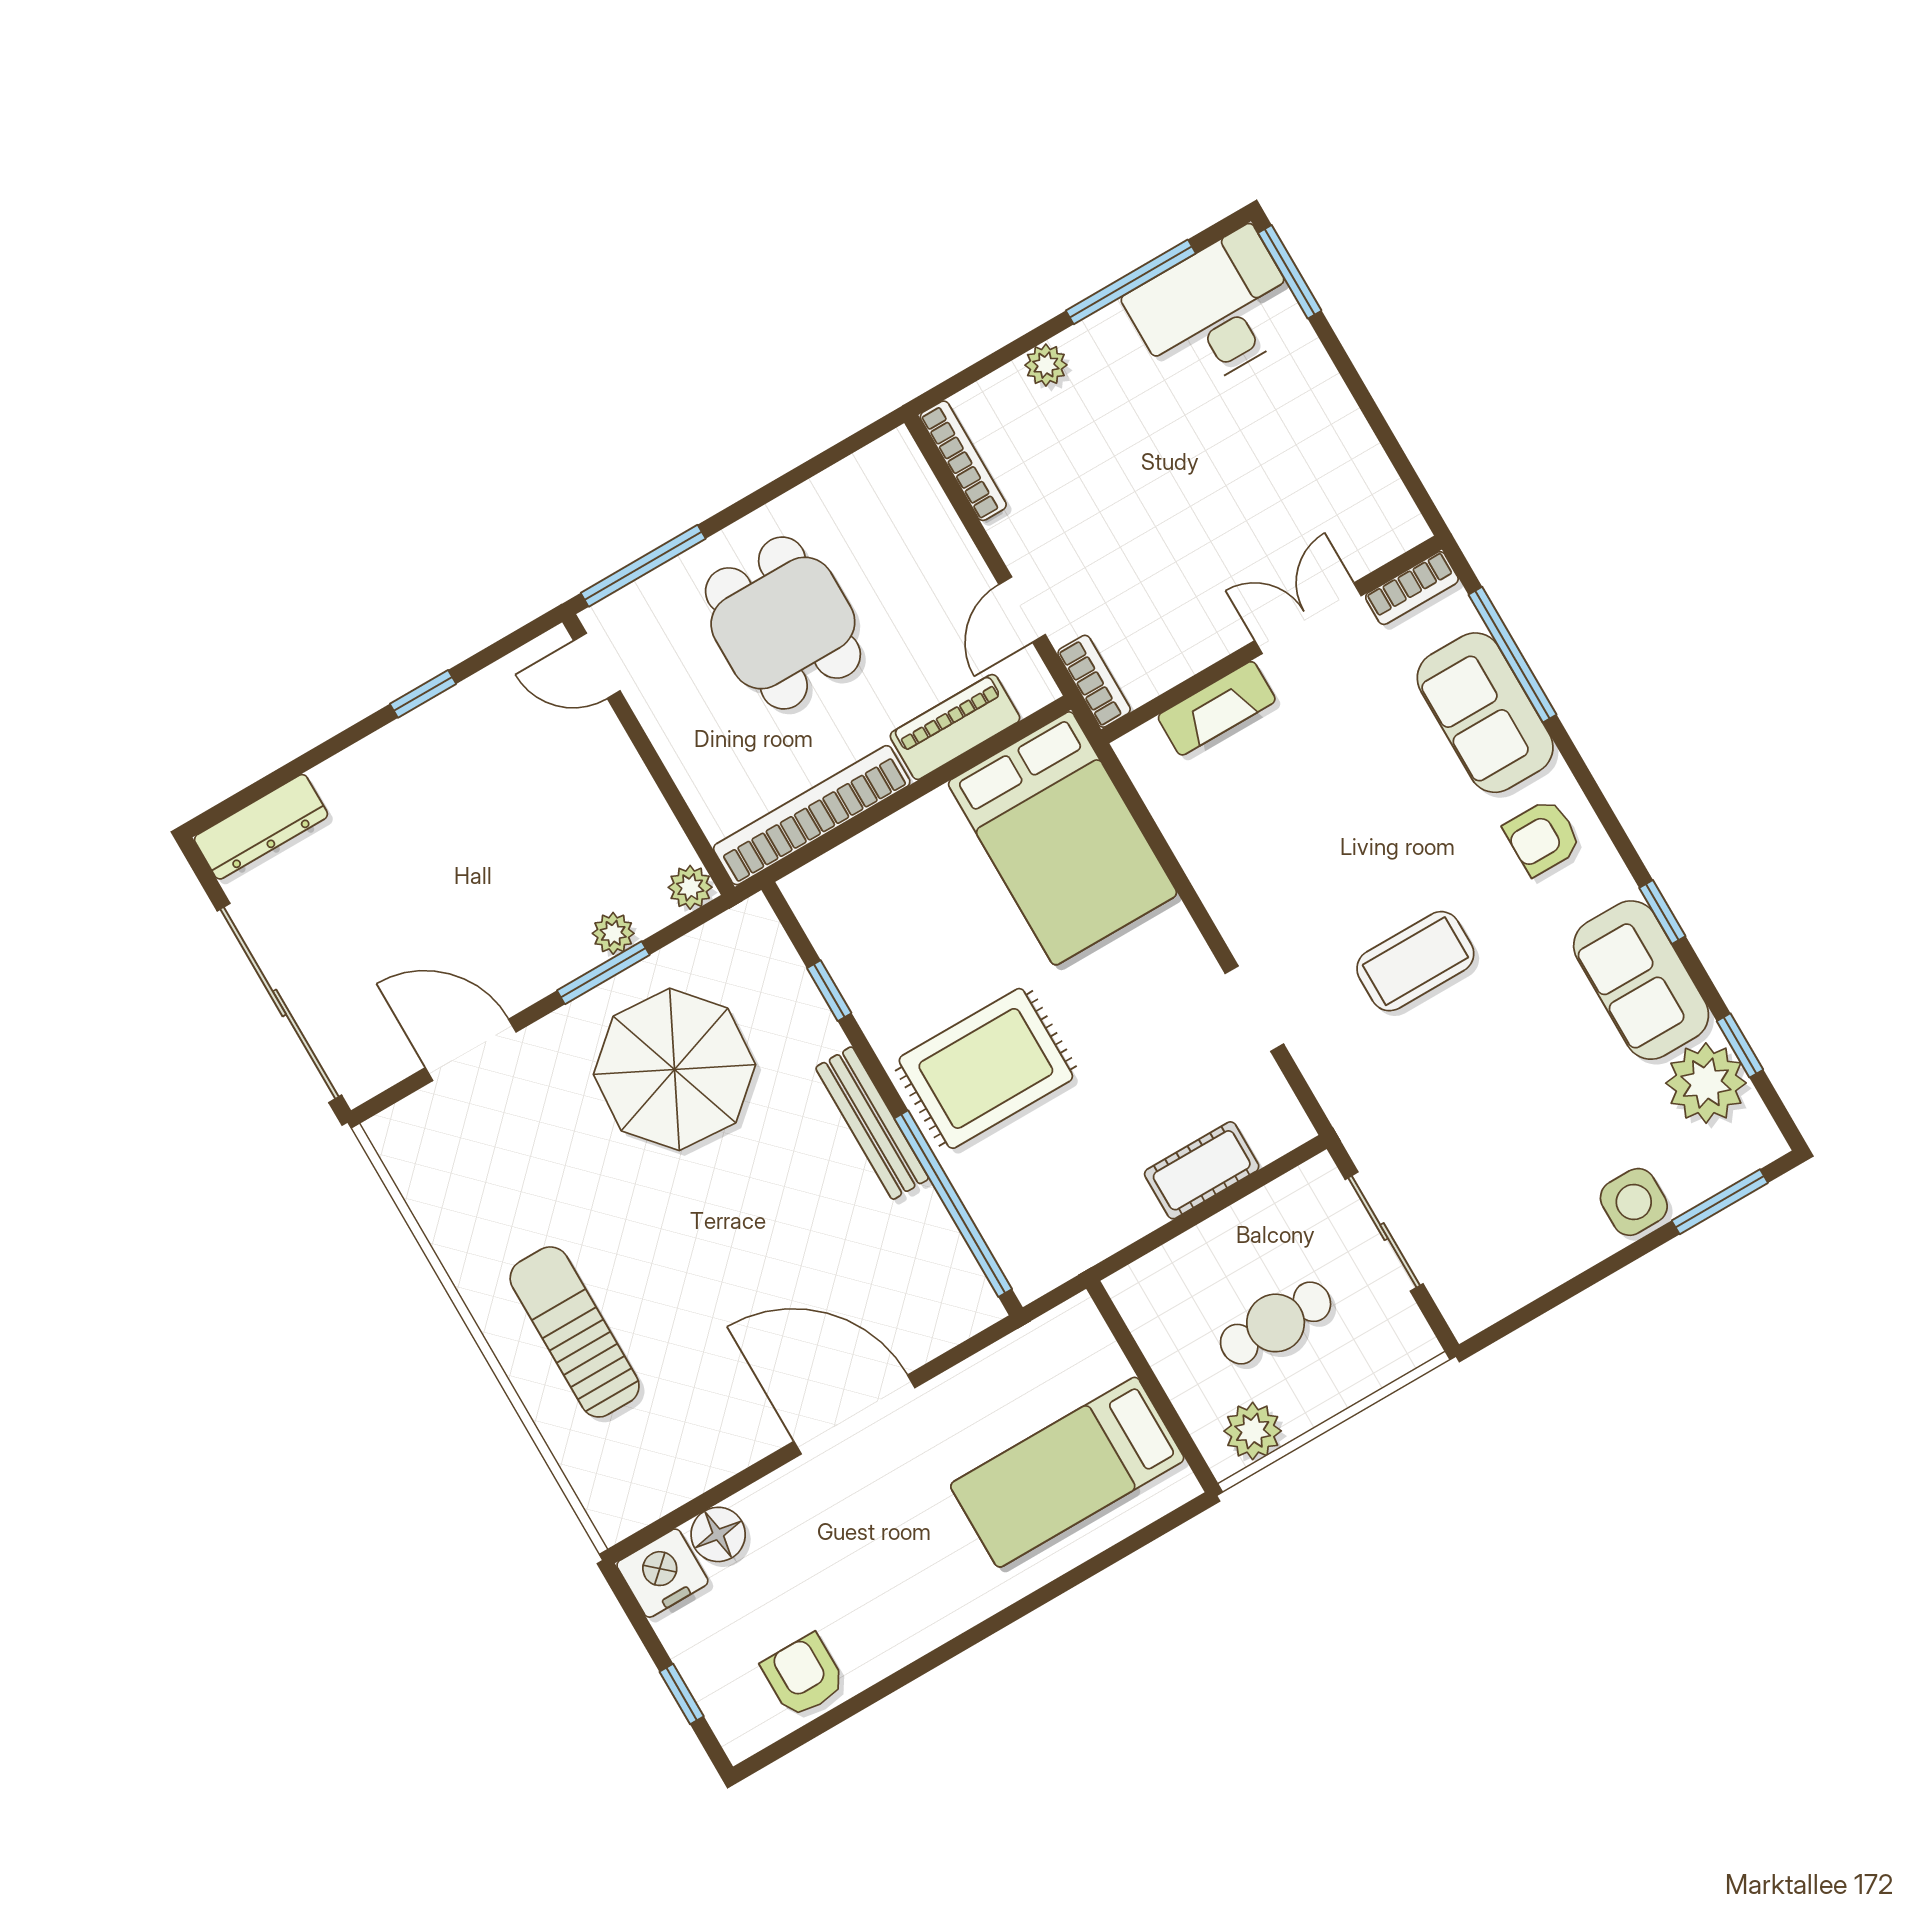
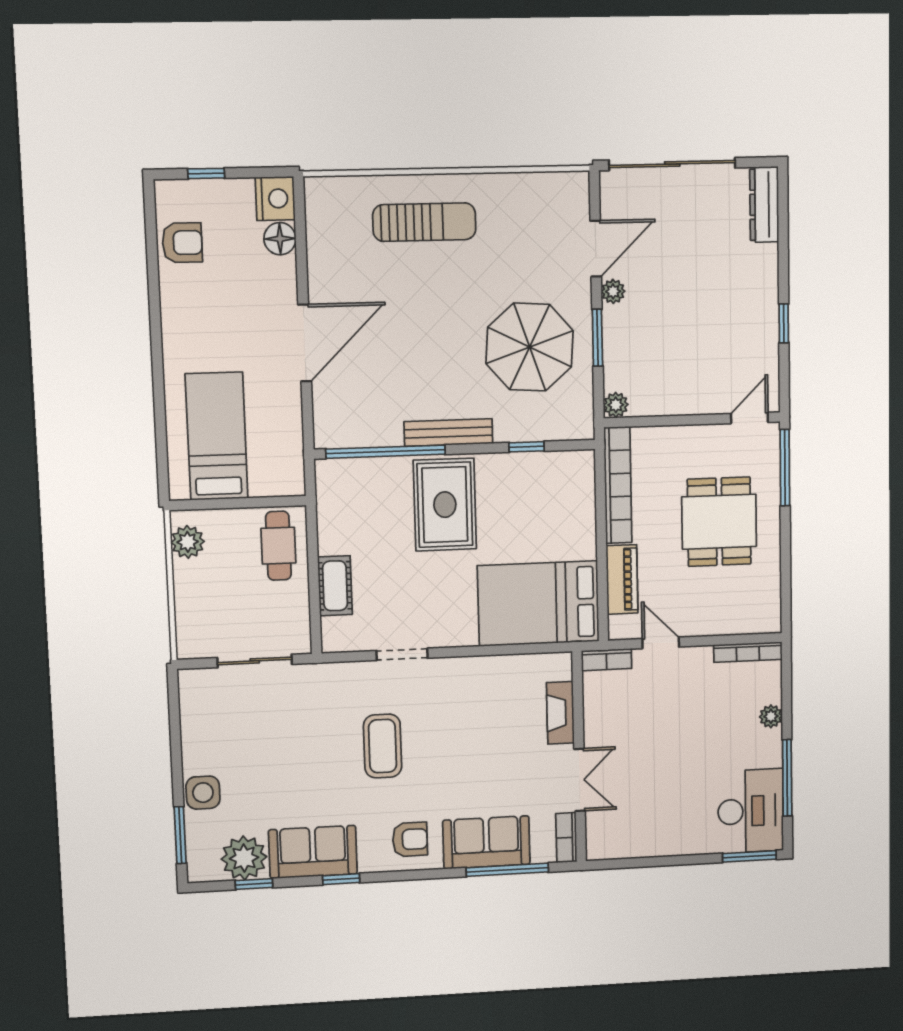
dining table: (783, 623) -> (719, 522), turned 90
armchair: (1543, 837) -> (410, 839), turned 90
plant: (613, 933) -> (613, 291), moved
cafe table: (1276, 1323) -> (278, 546), moved

